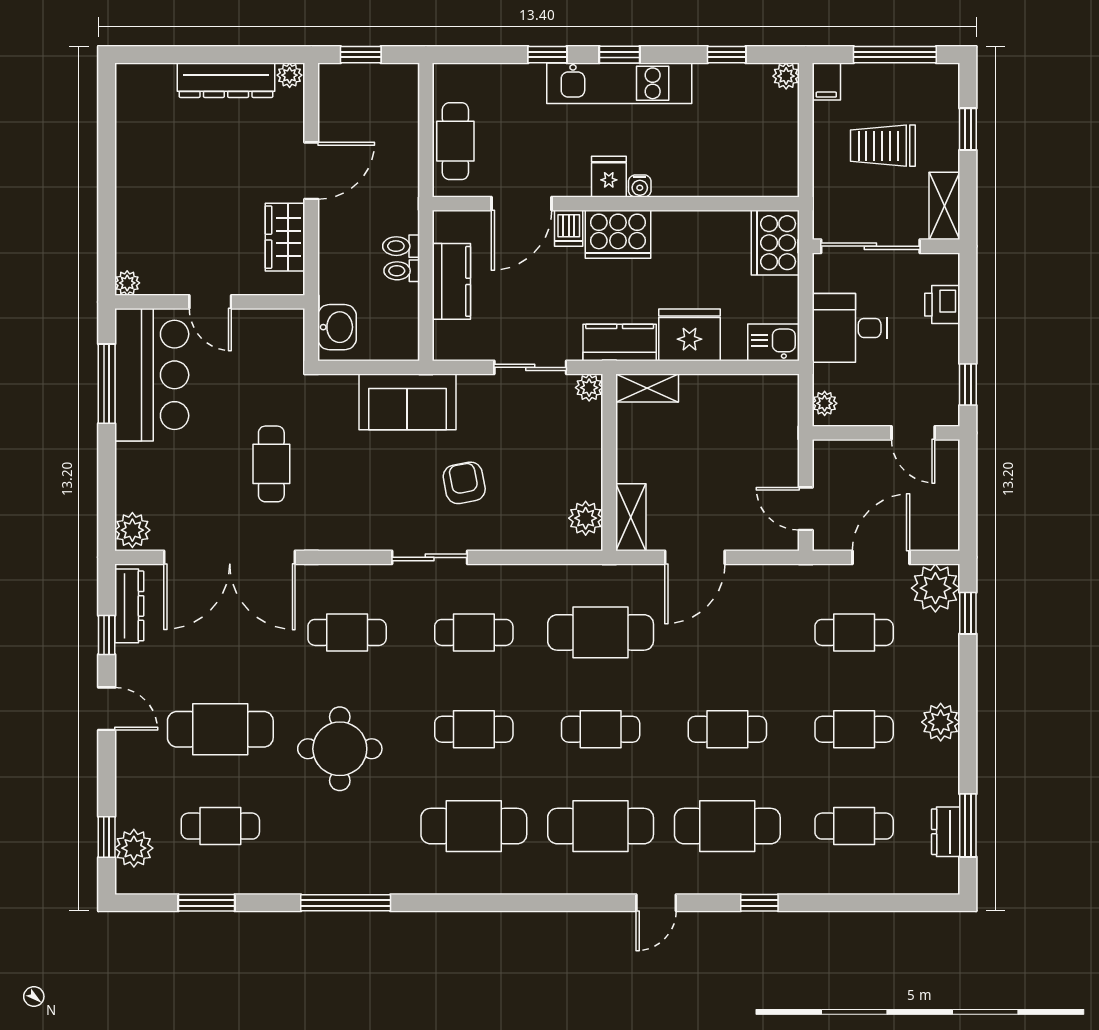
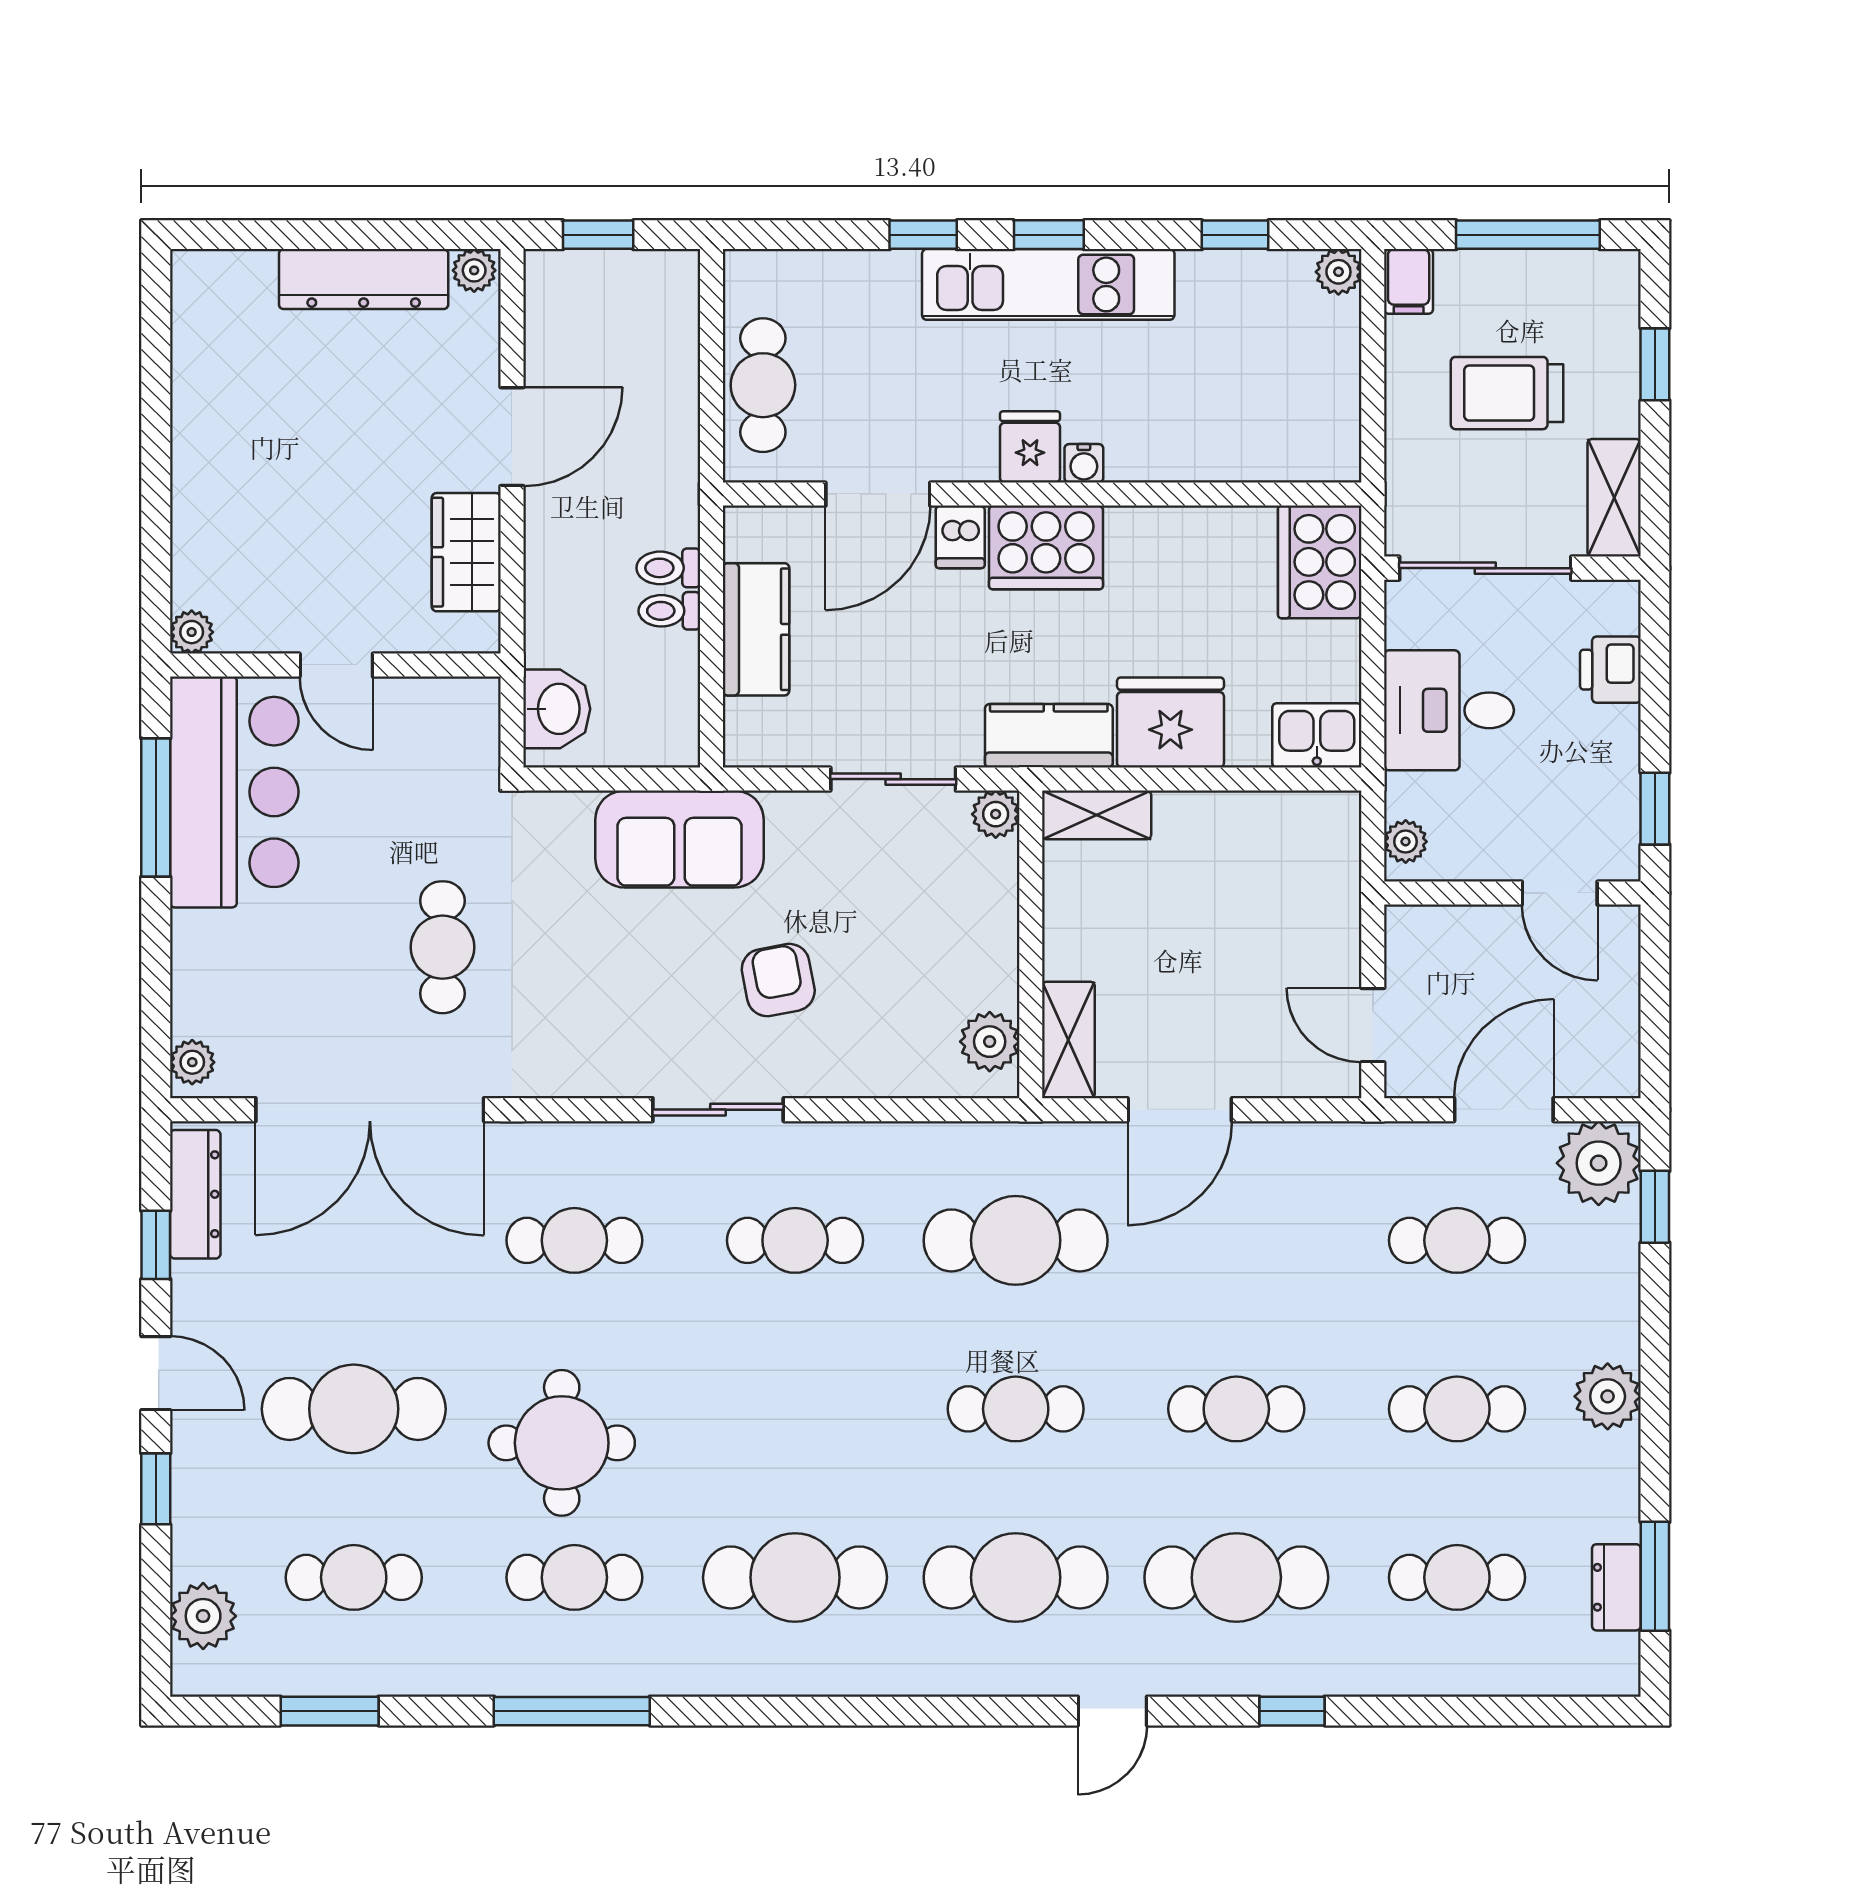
plant: (132, 530) -> (192, 1062), width x0.73, depth x0.73
cafe table: (474, 729) -> (574, 1577), moved
window: (107, 837) -> (156, 1489), moved

